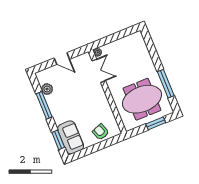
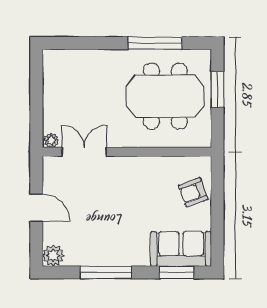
door: (62, 59) -> (36, 208), hinge flipped
plant: (47, 89) -> (53, 256), moved
meeting table: (142, 99) -> (165, 96), turned 90

